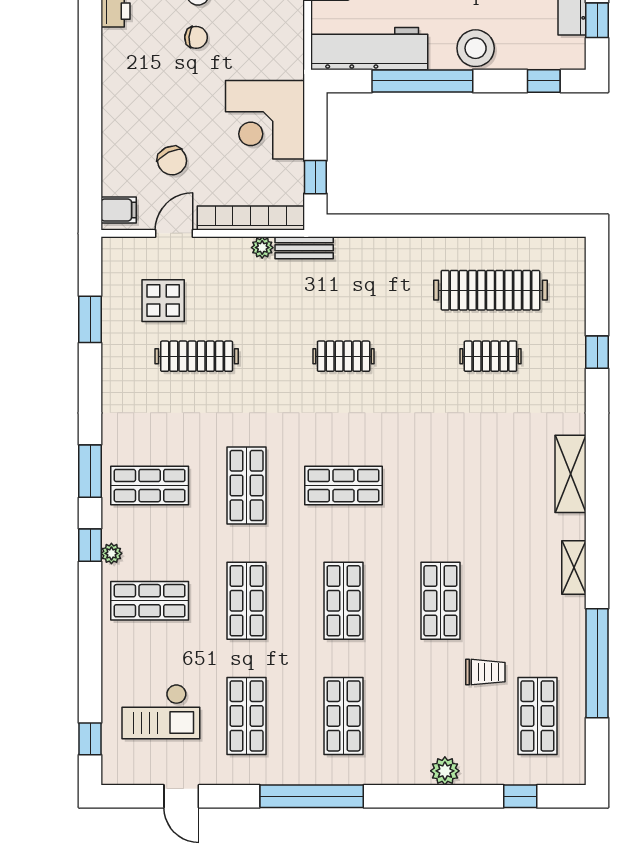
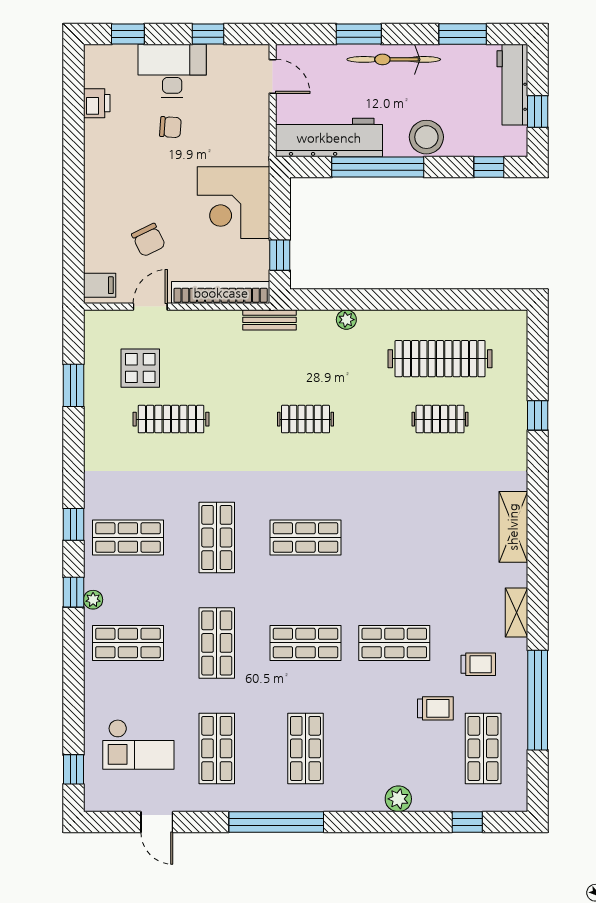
plant: (262, 248) -> (346, 320), moved
window: (90, 471) -> (73, 524), width x0.67
shop shelf: (344, 601) -> (306, 643), turned 90
shop shelf: (440, 601) -> (394, 643), turned 90
trolley: (532, 624) -> (478, 664), added

